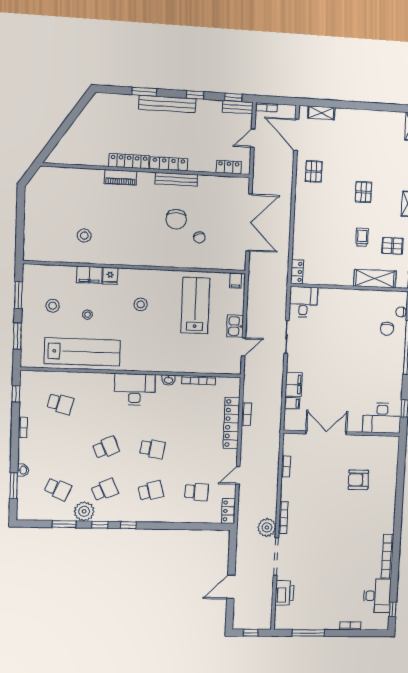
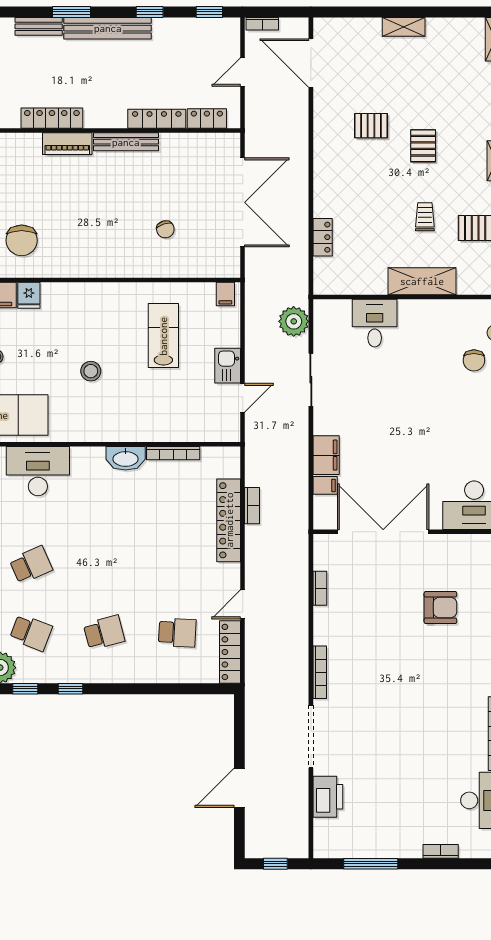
bench: (238, 107) -> (39, 26), moved
shelving: (321, 113) -> (404, 27), moved
locker: (169, 164) -> (157, 119), moved
pallet: (314, 171) -> (371, 126), moved, turned 90
piano: (121, 177) -> (67, 144), moved
chair: (176, 219) -> (22, 240), moved
locker: (297, 272) -> (323, 237), moved
shelving: (375, 279) -> (422, 281), moved
desk: (303, 302) -> (375, 323), moved
stool: (141, 304) -> (91, 371), moved
lab bench: (195, 305) -> (163, 336), width x0.73, depth x0.72
washbasin: (168, 380) -> (126, 458), width x1.91, depth x1.45
desk: (135, 389) -> (38, 471), moved
double door: (326, 433) -> (383, 532), width x1.36
school desk: (152, 449) -> (104, 565), removed
armchair: (358, 480) -> (440, 608), turned 180
school desk: (105, 490) -> (31, 633), turned 45
locker: (228, 511) -> (230, 652), width x1.53
plant: (267, 527) -> (294, 321), moved

